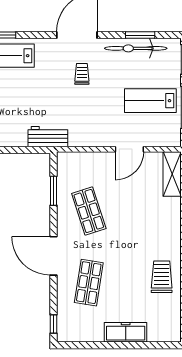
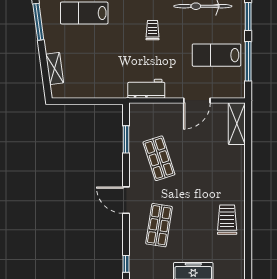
workbench: (48, 137) -> (146, 89), moved
door: (54, 256) -> (126, 200), width x0.73

